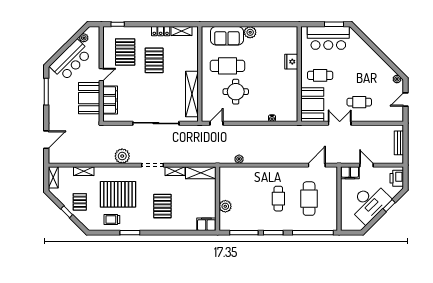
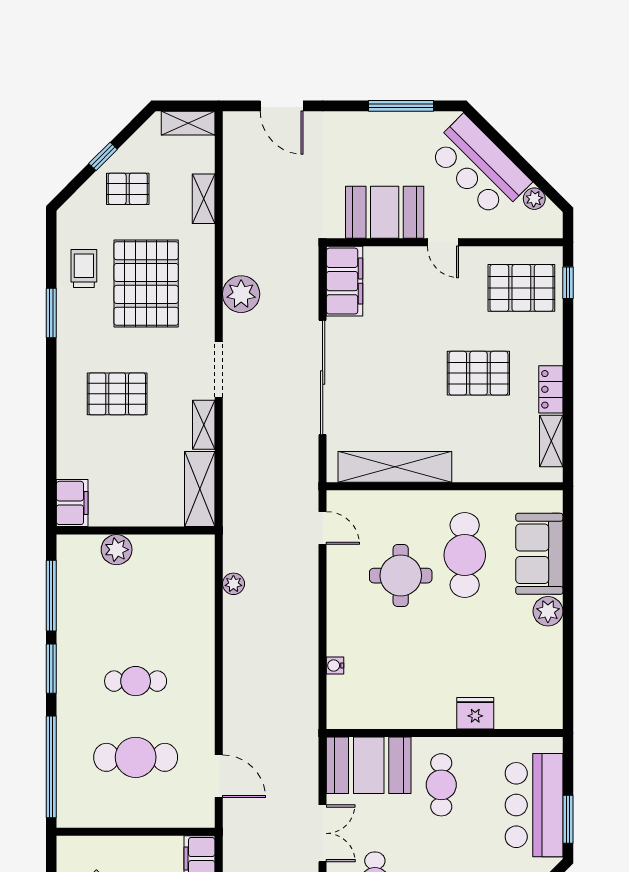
pallet: (125, 52) -> (521, 288), moved
filing cabinet: (110, 100) -> (345, 281), moved, turned -90

